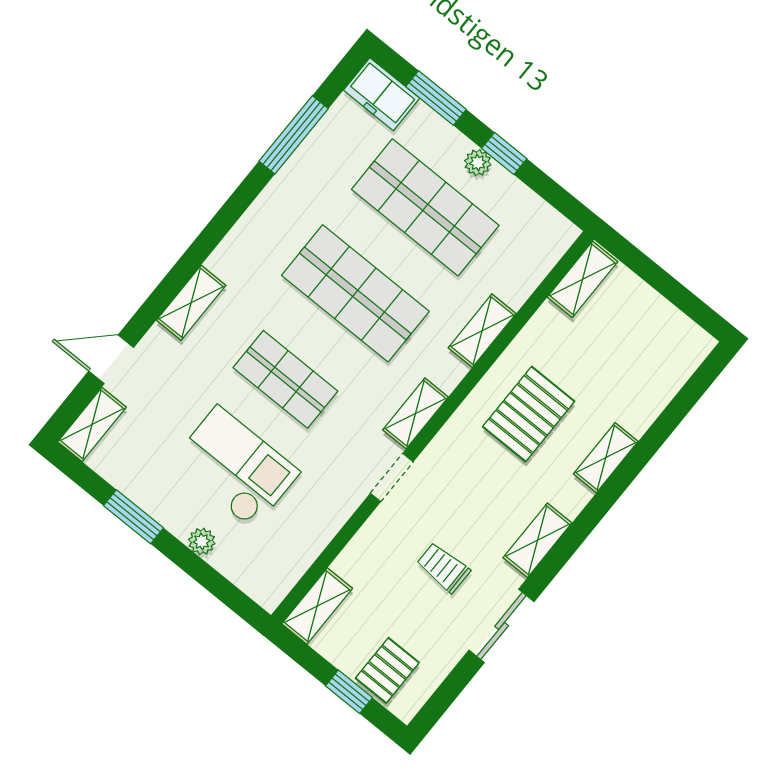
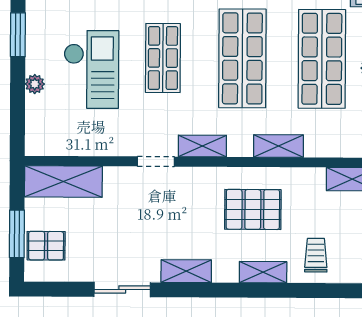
trolley: (443, 568) -> (316, 255), moved
shelving: (317, 606) -> (63, 181), width x1.50, depth x1.33
window: (349, 692) -> (17, 234), width x1.50

